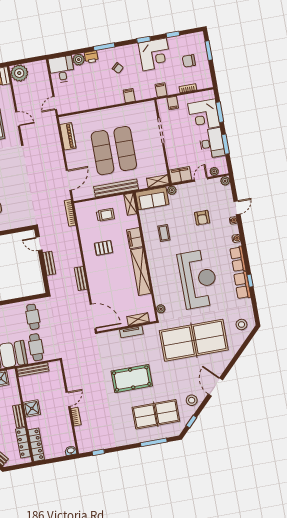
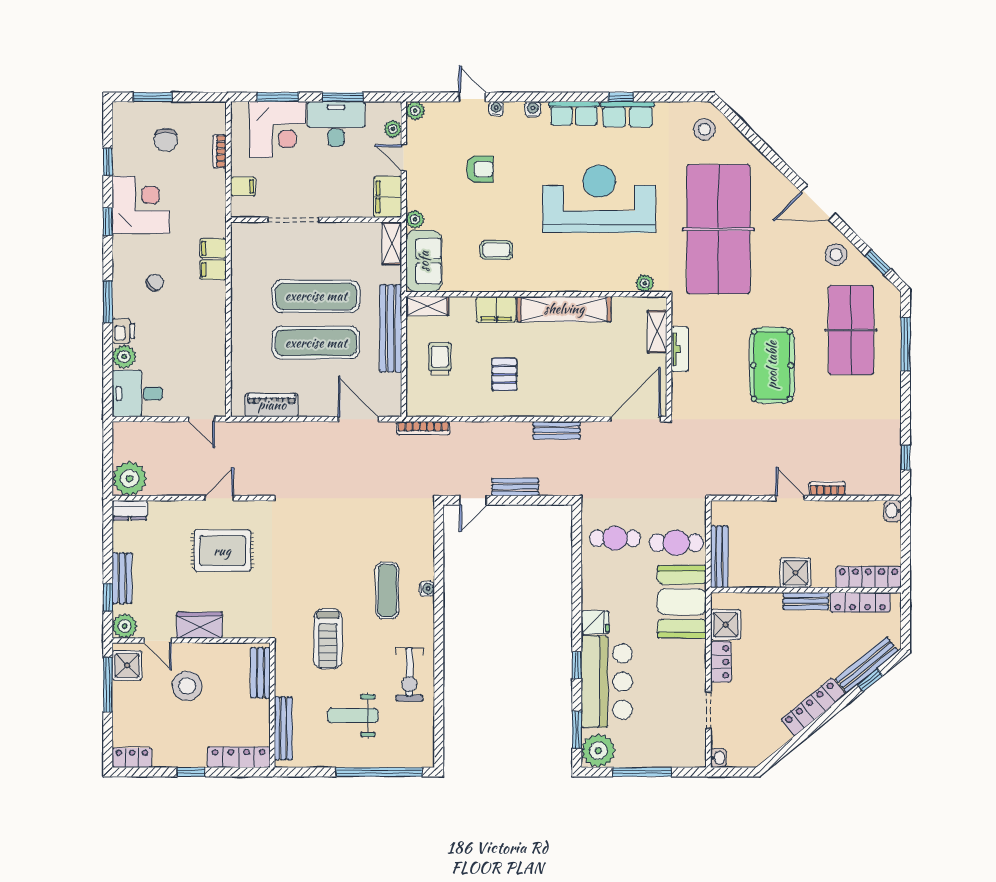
filing cabinet: (161, 90) -> (213, 248), moved

